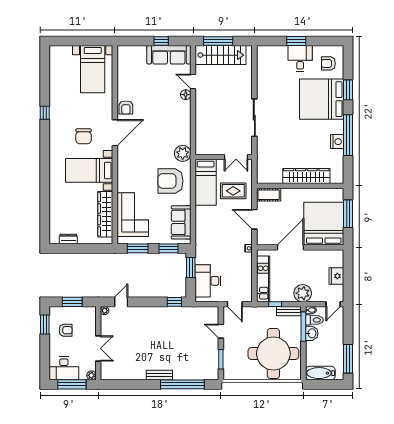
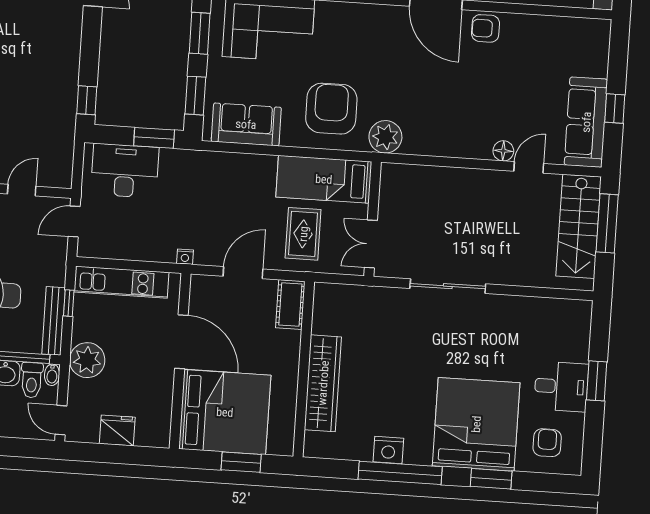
window: (348, 214) -> (241, 462), width x0.69
bench: (289, 311) -> (54, 321), width x1.36

